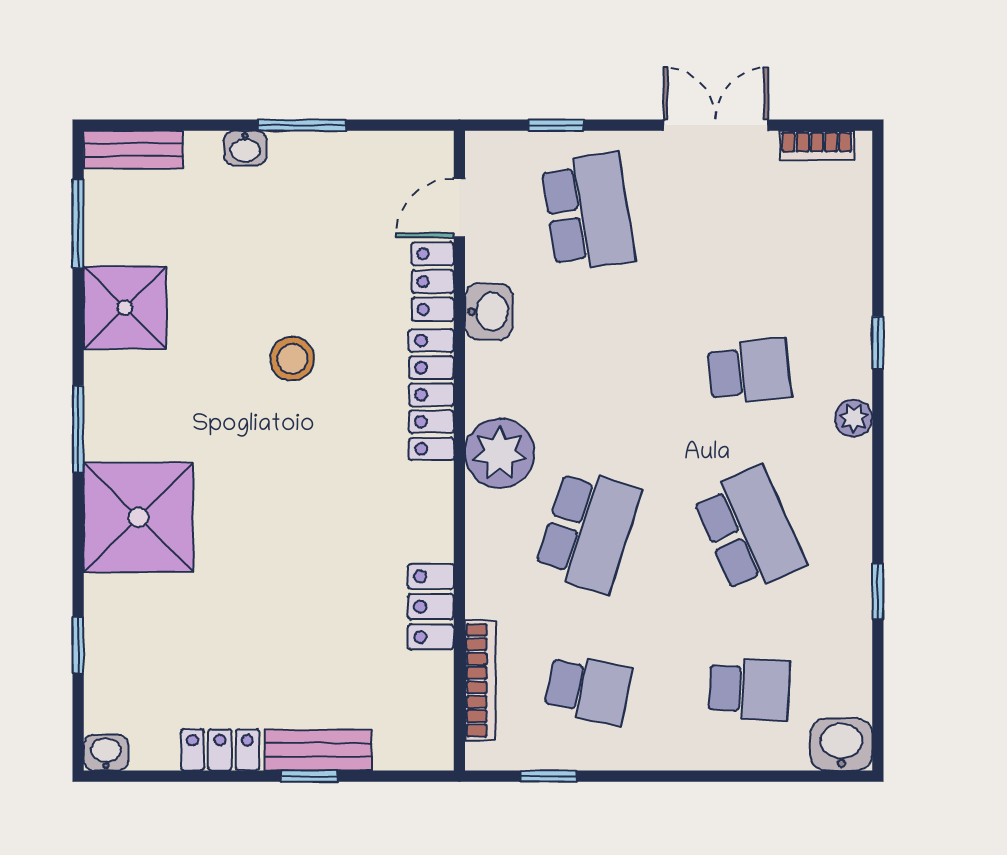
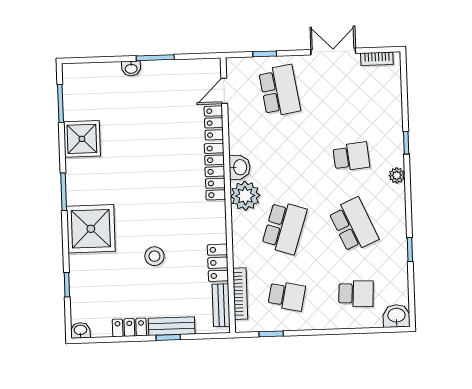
bench: (133, 150) -> (221, 305), moved, turned 90
washbasin: (489, 312) -> (240, 167), moved
stool: (292, 359) -> (154, 256), moved

